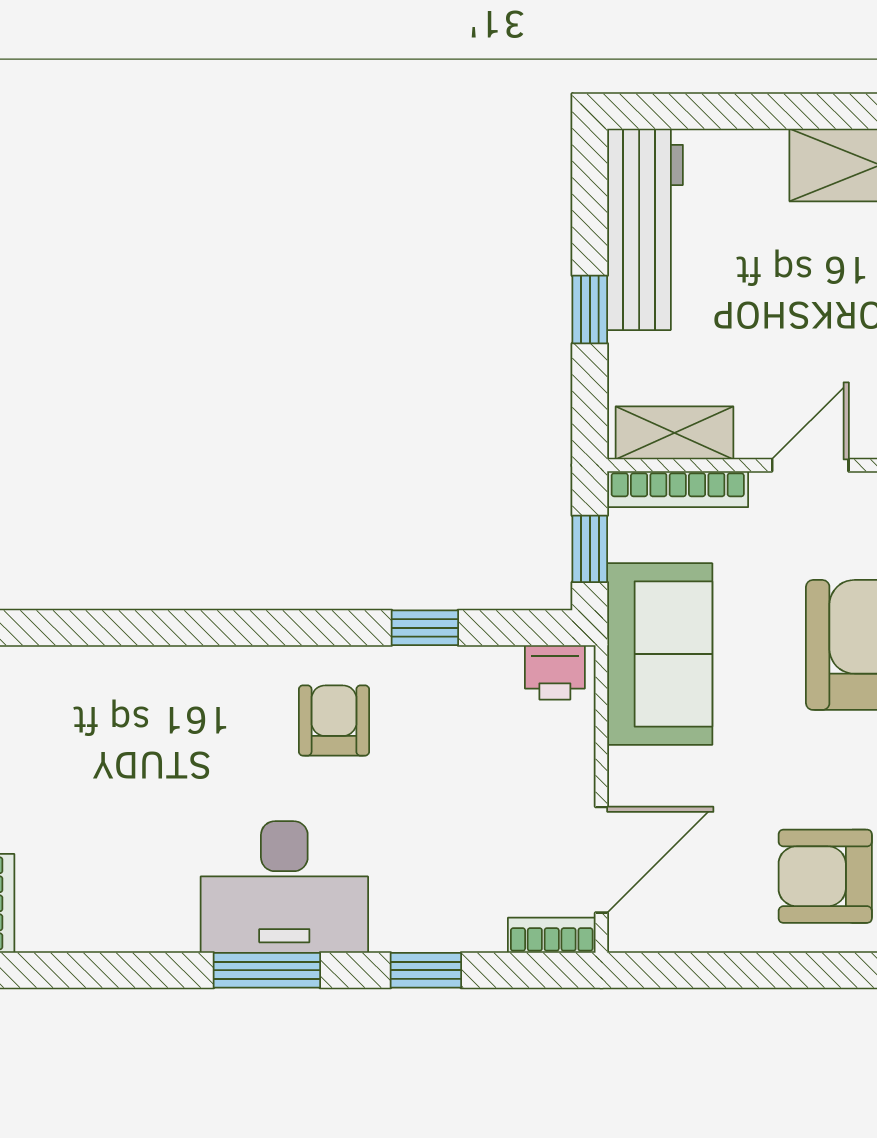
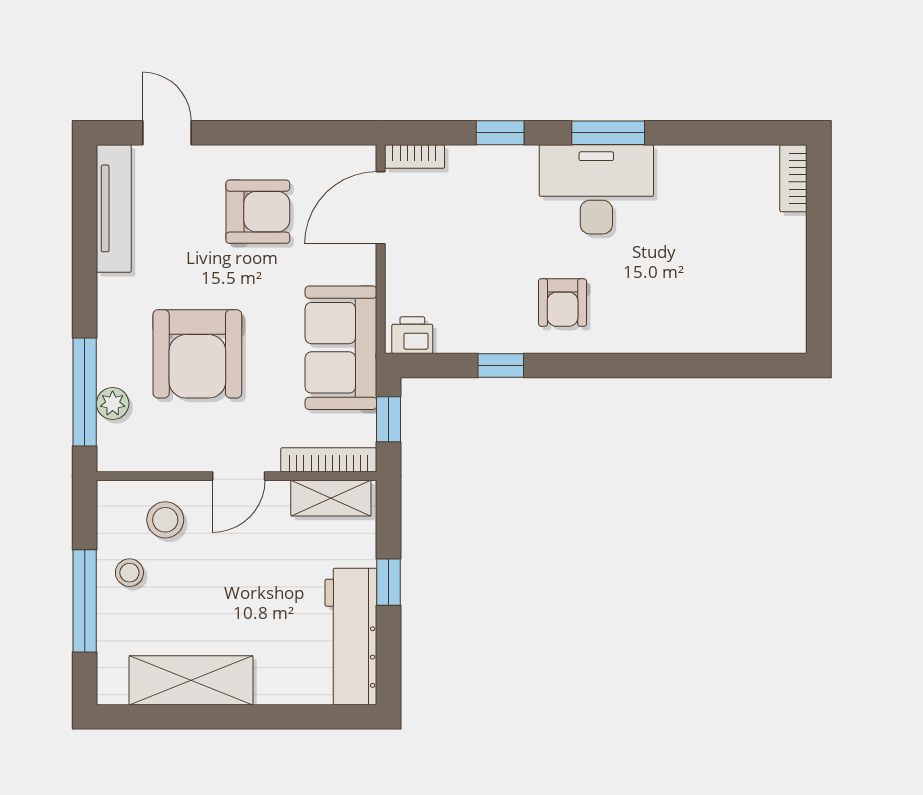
armchair: (825, 876) -> (258, 212), moved

